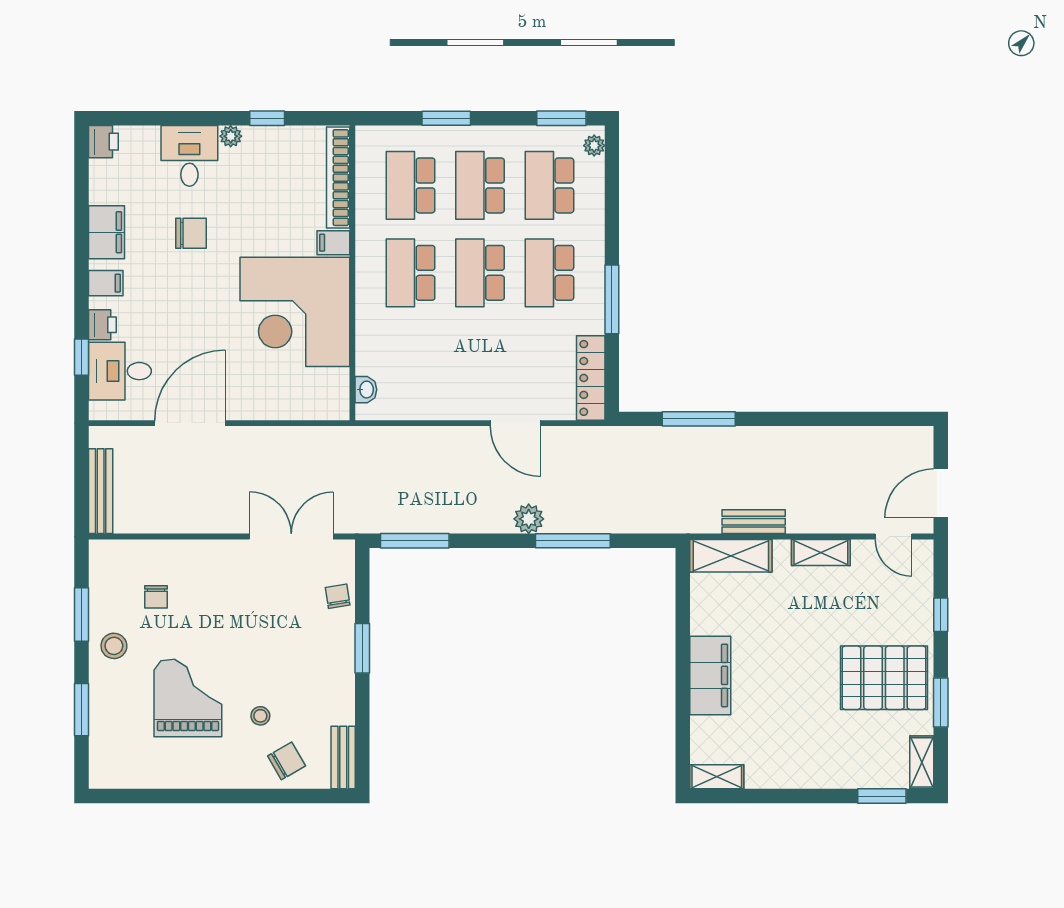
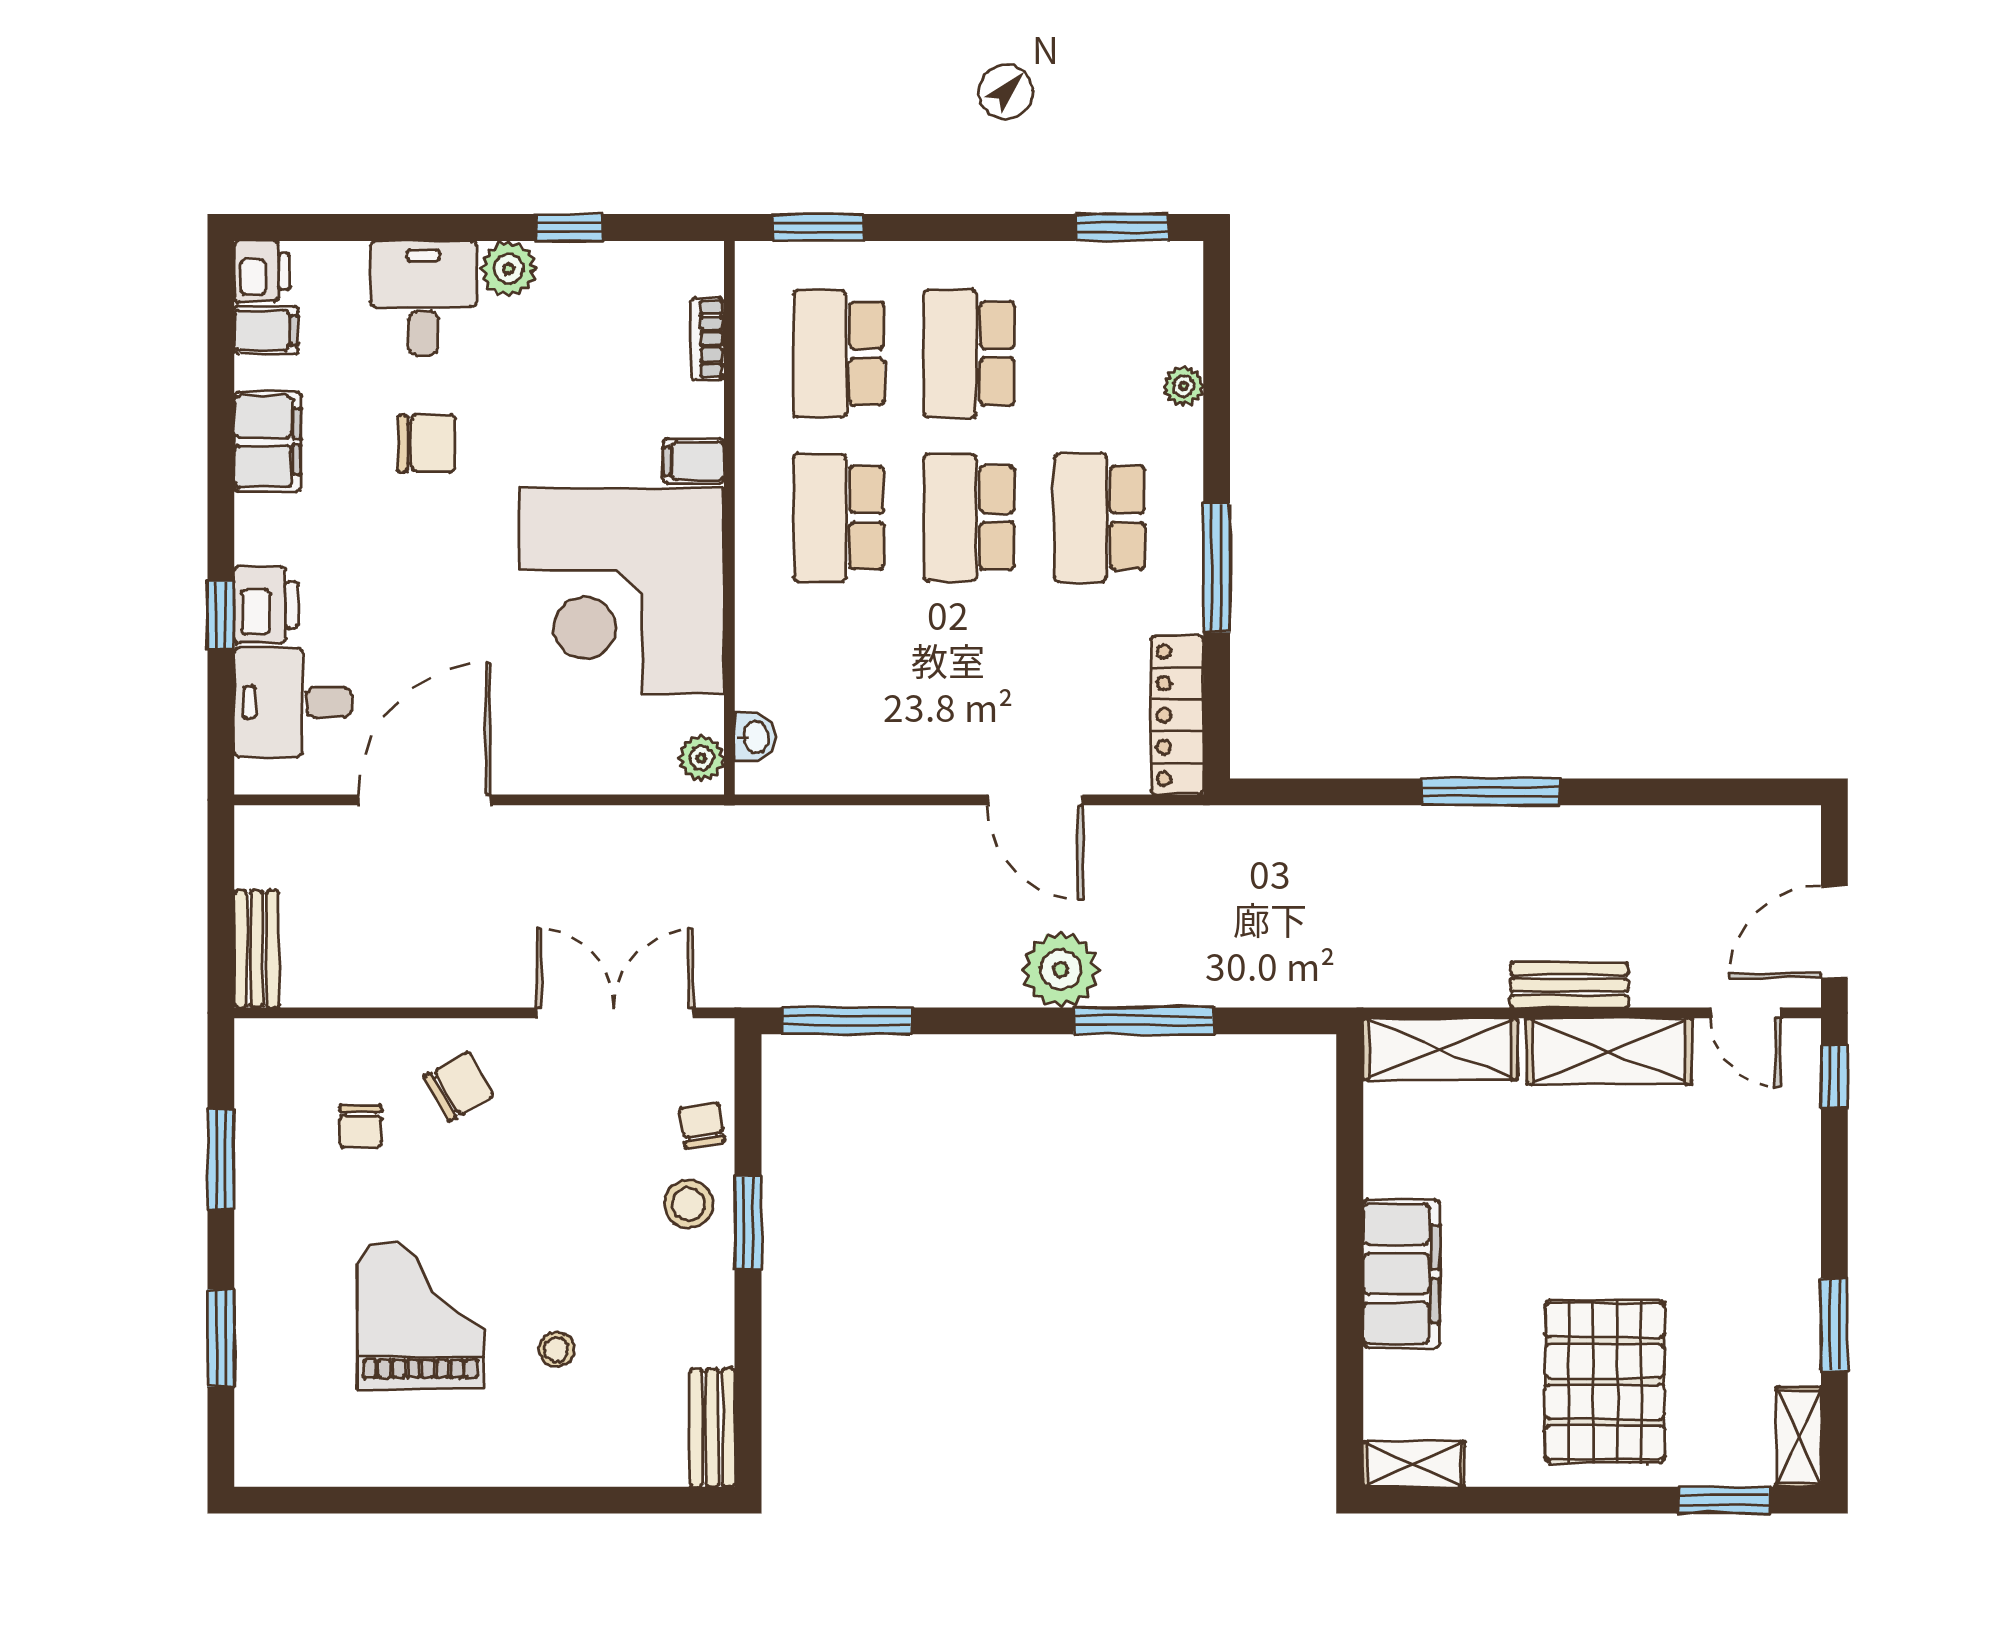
window: (446, 118) -> (818, 227), moved
plant: (231, 136) -> (509, 269), width x1.38, depth x1.38
plant: (594, 146) -> (1183, 386), moved
bookcase: (338, 178) -> (708, 339), width x0.43, depth x0.76
school desk: (549, 185) -> (1099, 354), removed
filing cabinet: (106, 283) -> (266, 330), moved
printer: (102, 325) -> (266, 605), width x1.36, depth x1.24
window: (82, 357) -> (221, 615), moved
plant: (338, 401) -> (701, 758), added
window: (699, 419) -> (1490, 792), moved
bench: (101, 491) -> (257, 949), width x0.73
plant: (529, 519) -> (1061, 969), width x1.36, depth x1.36
bench: (754, 522) -> (1569, 985), moved
shelving: (821, 553) -> (1609, 1051), width x1.50, depth x1.33
window: (941, 615) -> (1834, 1077), moved
stool: (114, 646) -> (689, 1204), moved
pallet: (884, 678) -> (1605, 1381), moved, turned 90
chair: (287, 761) -> (459, 1086), moved

